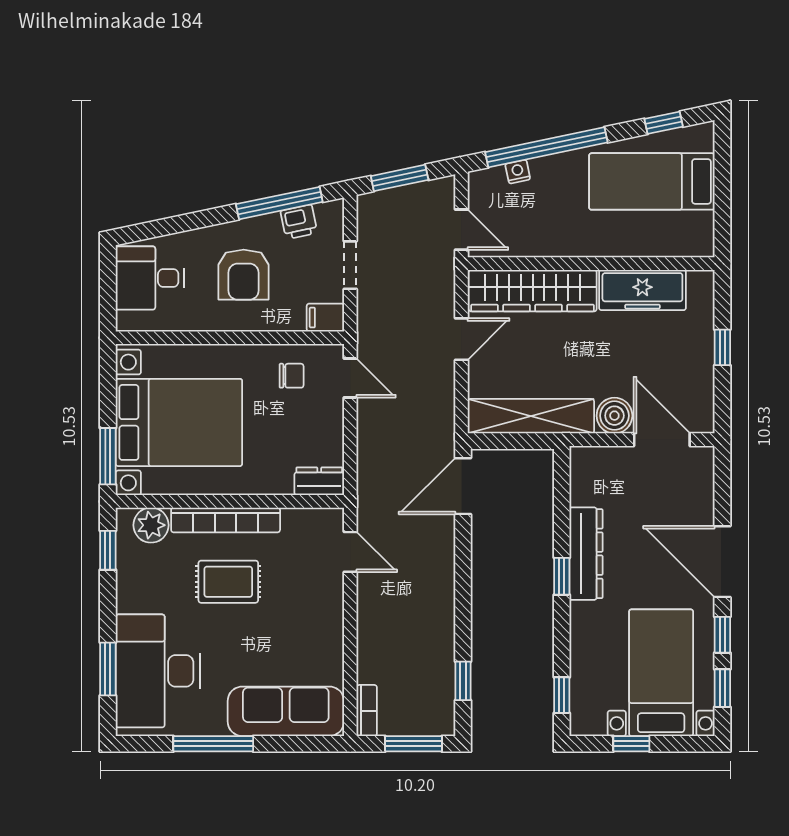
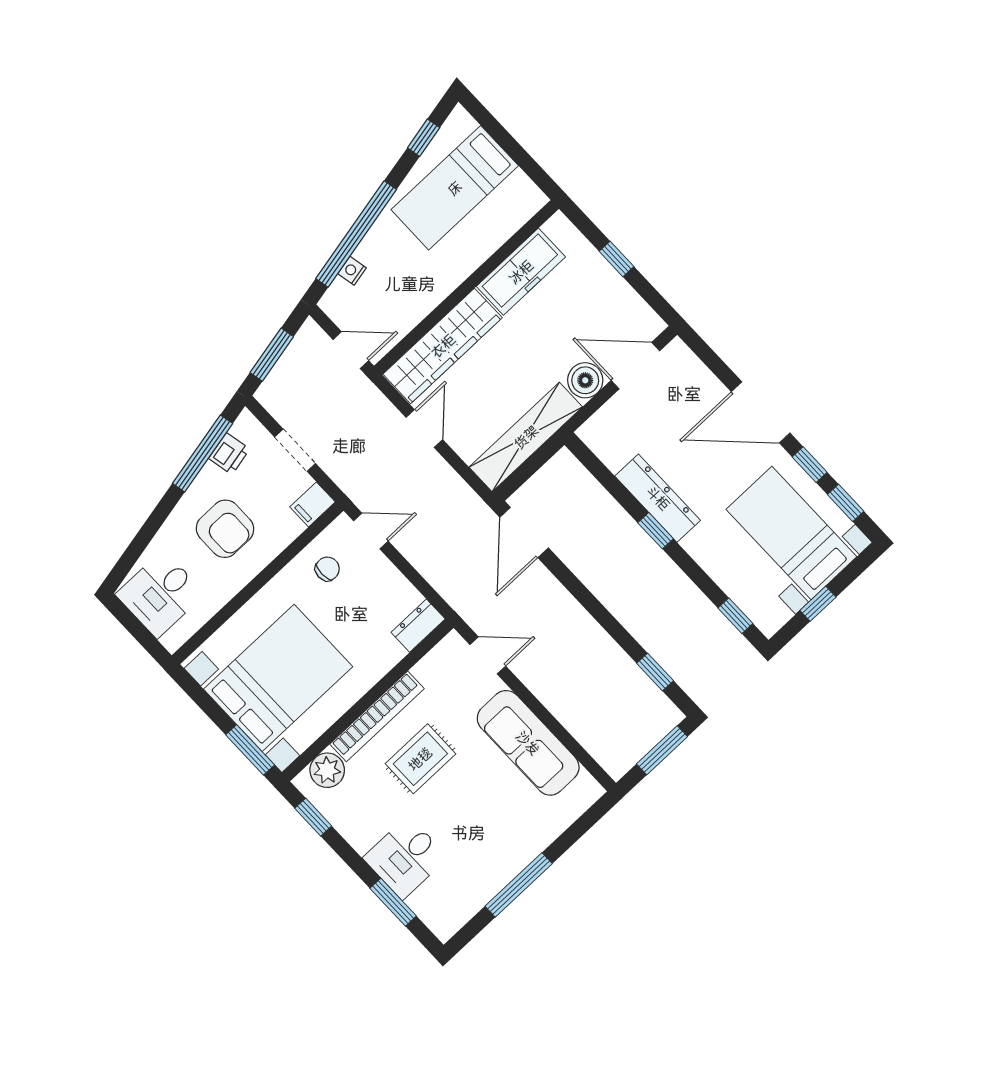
desk: (158, 671) -> (405, 858), width x0.53, depth x0.77
sofa: (286, 711) -> (528, 743), moved, turned -90
bookcase: (367, 711) -> (606, 758), removed

